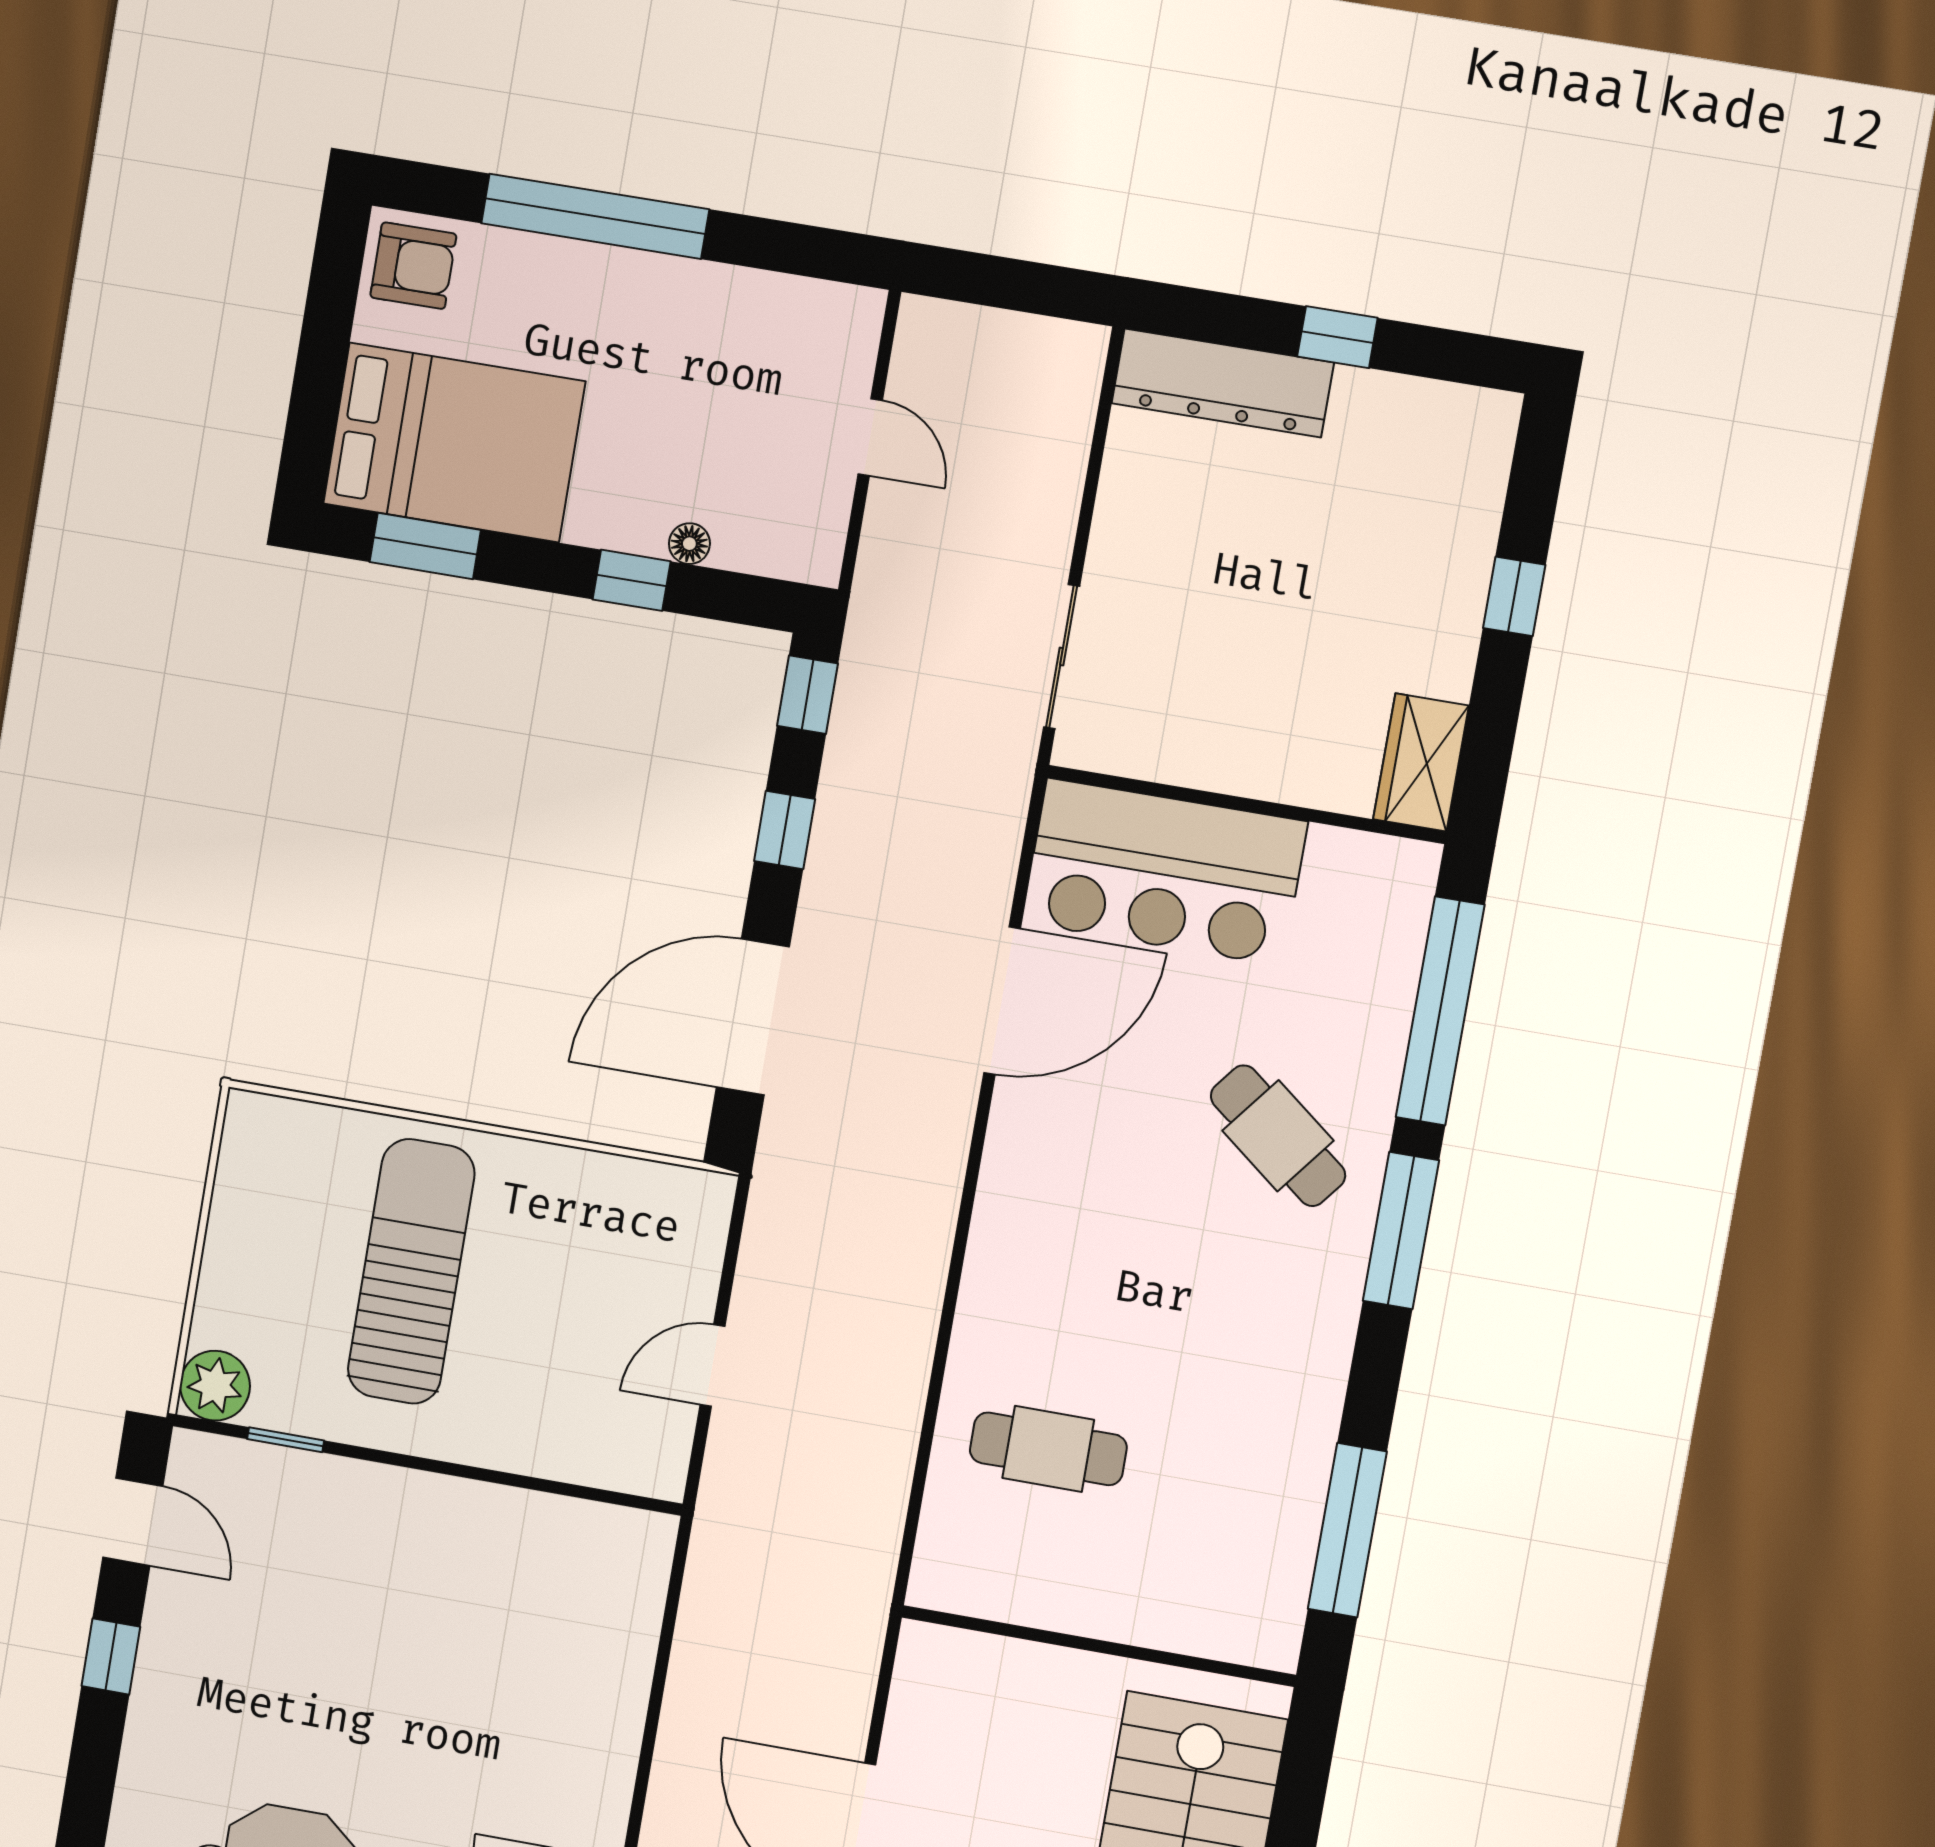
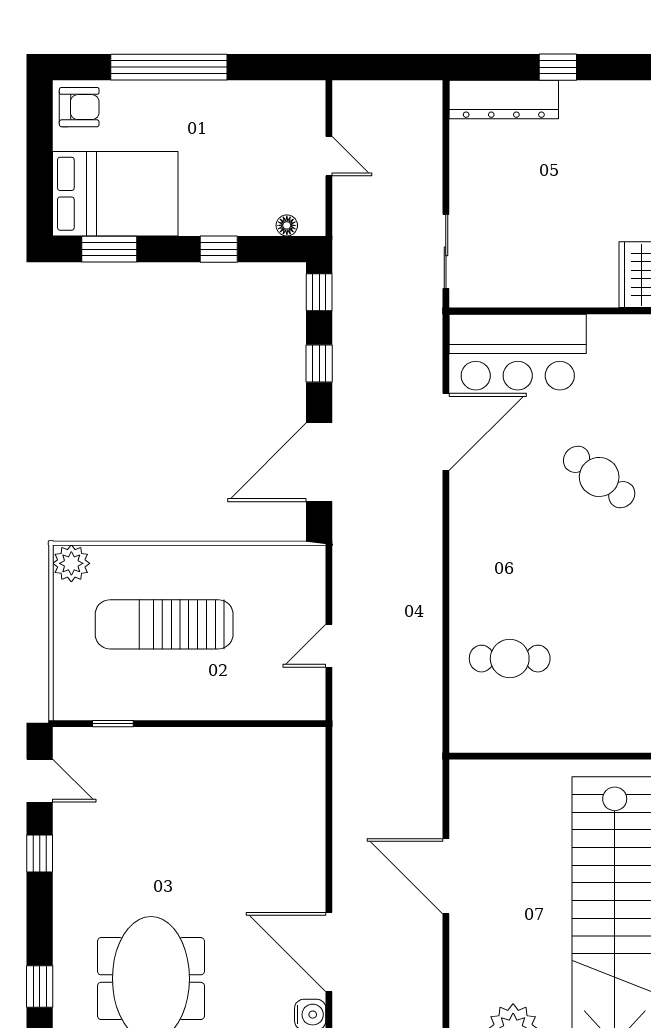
floor lamp: (689, 544) -> (287, 225), moved
sun lounger: (411, 1271) -> (164, 624), turned -90
plant: (215, 1386) -> (71, 563), moved

